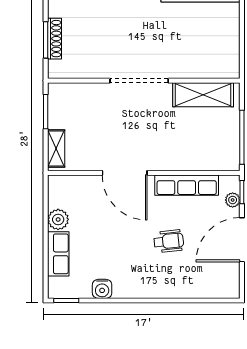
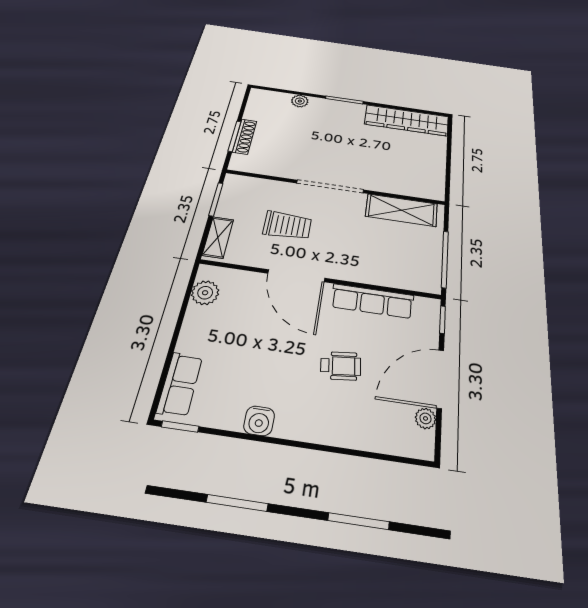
trolley: (109, 127) -> (287, 225), added
plant: (233, 200) -> (426, 418), moved
plant: (58, 219) -> (205, 293), moved
row of seats: (58, 254) -> (180, 384), moved
water cooler: (102, 289) -> (259, 421), moved

